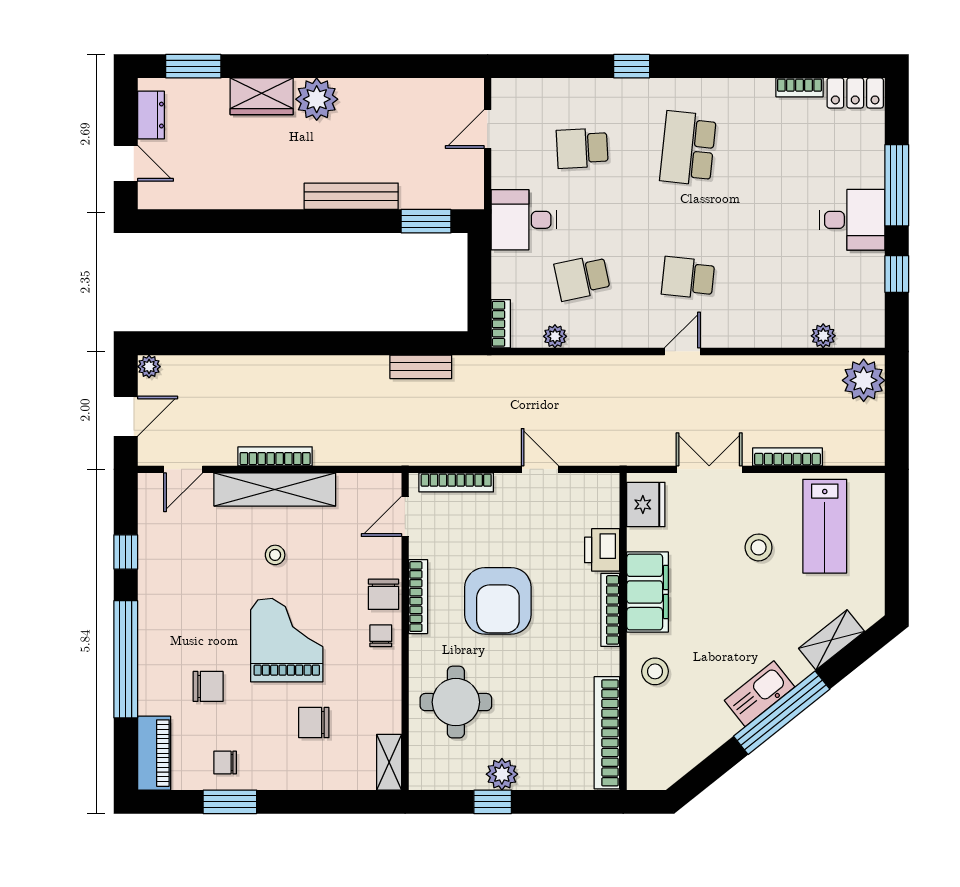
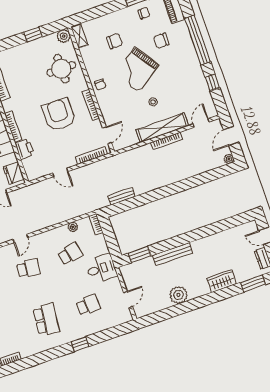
plant: (317, 99) -> (178, 295), moved
chair: (383, 594) -> (105, 101), removed
grand piano: (287, 640) -> (137, 70), turned 55
plant: (502, 774) -> (64, 36), moved

